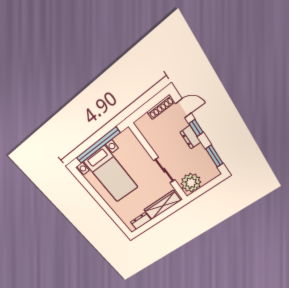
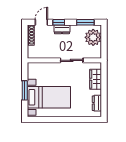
window: (98, 145) -> (25, 90), width x0.47
plant: (191, 183) -> (93, 37), moved
wardrobe: (162, 205) -> (96, 79), width x0.67

